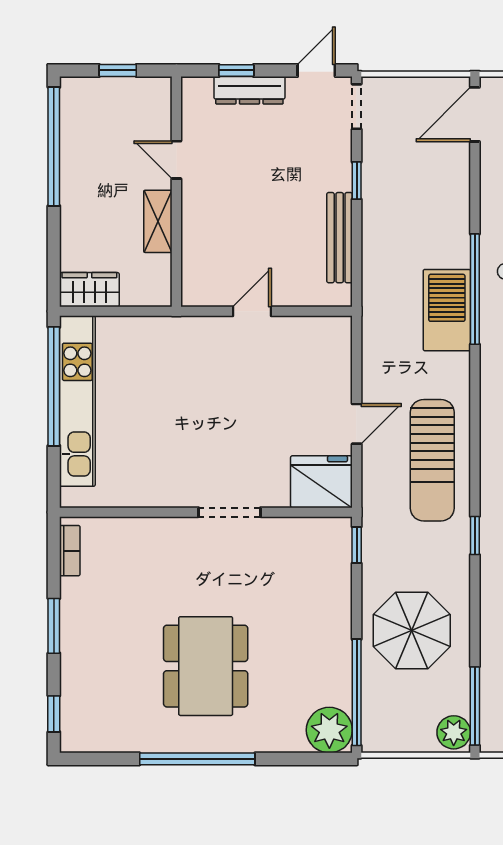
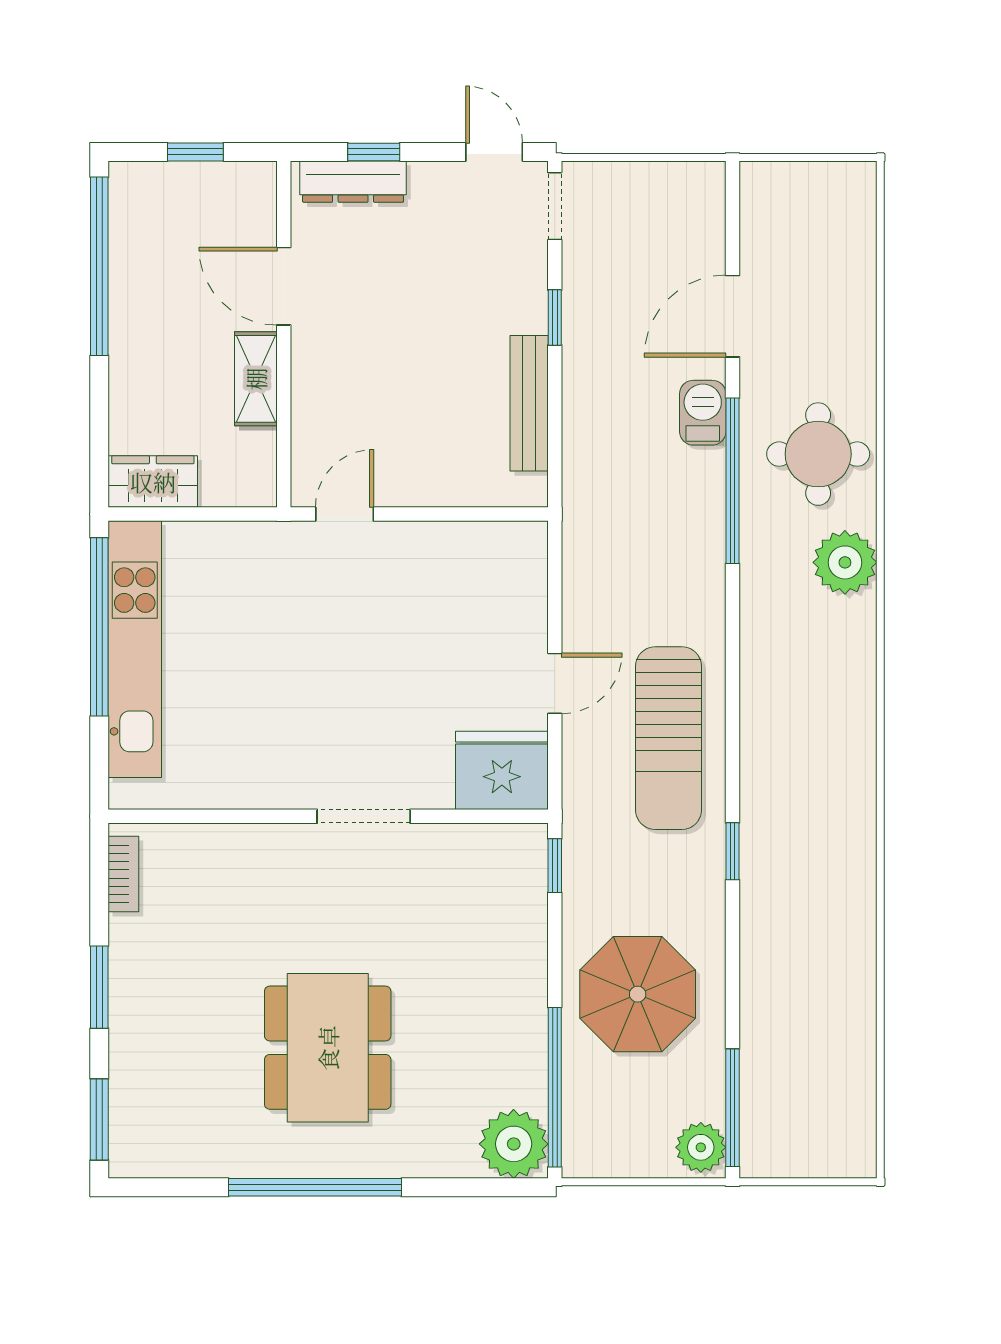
door: (316, 70) -> (494, 152), hinge flipped
dresser: (249, 90) -> (353, 182), moved
door: (475, 114) -> (733, 316), moved
door: (176, 160) -> (284, 286), width x1.38
barbecue: (447, 310) -> (703, 413), moved, width x0.53, depth x0.65
door: (252, 311) -> (345, 514), moved
window: (54, 714) -> (99, 1119), width x1.50

